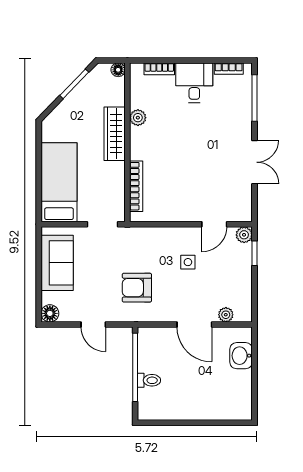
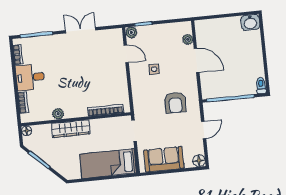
door: (194, 324) -> (197, 60), hinge flipped
washbasin: (241, 356) -> (250, 22), moved
toilet: (149, 380) -> (261, 85), moved

